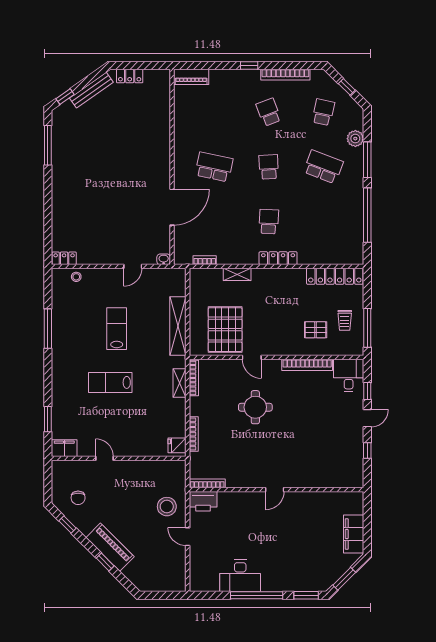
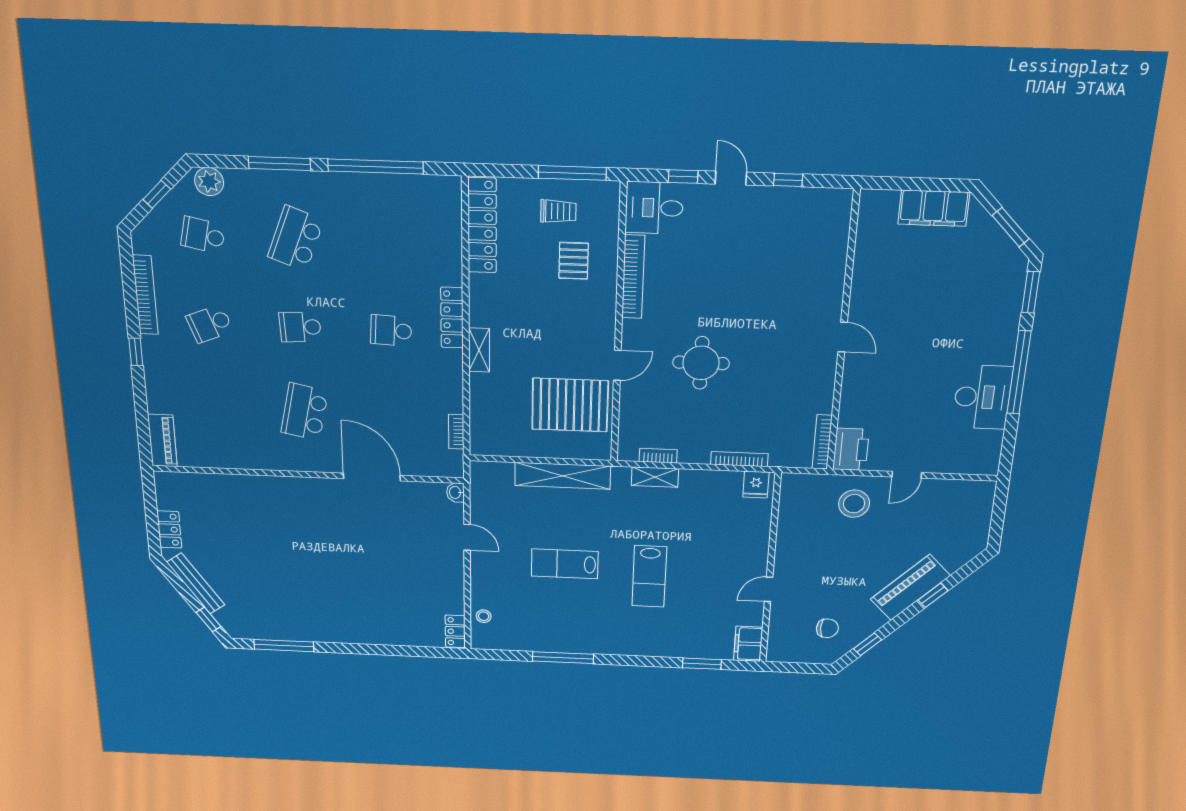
plant: (355, 139) -> (209, 182), moved
shelving: (237, 274) -> (479, 350), moved
bookcase: (194, 378) -> (658, 456), width x0.64

